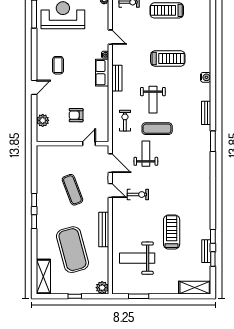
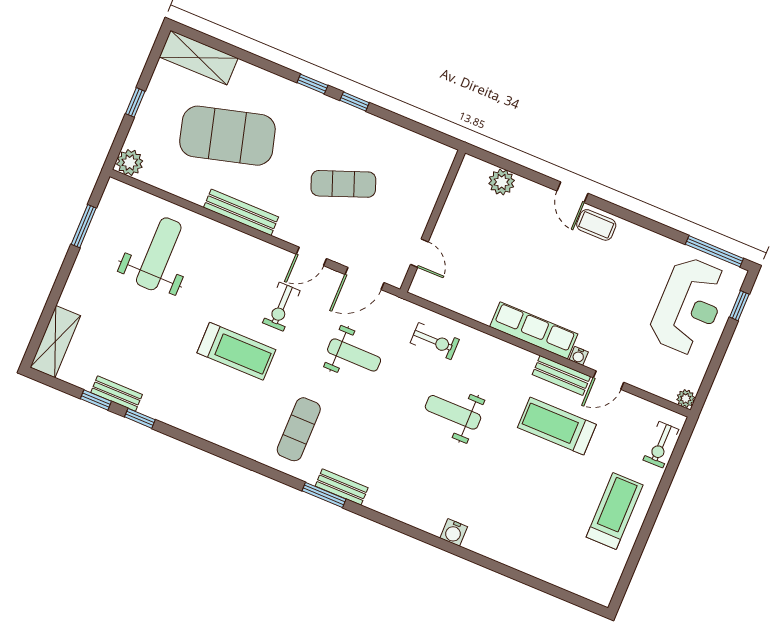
treadmill: (168, 58) -> (557, 426), moved, turned 90
coffee table: (58, 65) -> (596, 225), moved
row of seats: (102, 73) -> (534, 330), width x1.48
bench: (117, 78) -> (561, 375), moved
bench: (206, 113) -> (342, 487), moved
armchair: (76, 115) -> (485, 251), removed
exercise mat: (157, 129) -> (299, 429), moved
treadmill: (172, 232) -> (236, 351), moved

